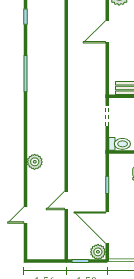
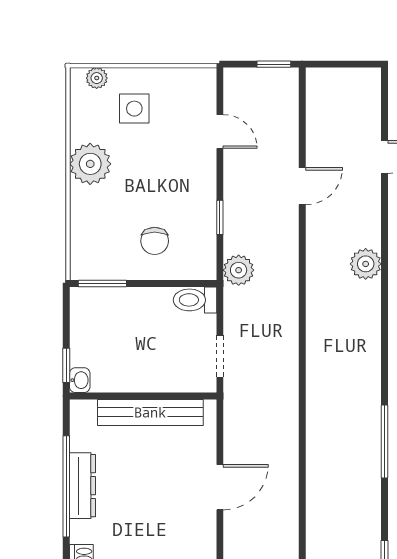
door: (107, 32) -> (220, 487), moved
door: (107, 228) -> (220, 131), width x0.53
plant: (98, 252) -> (239, 270), moved

